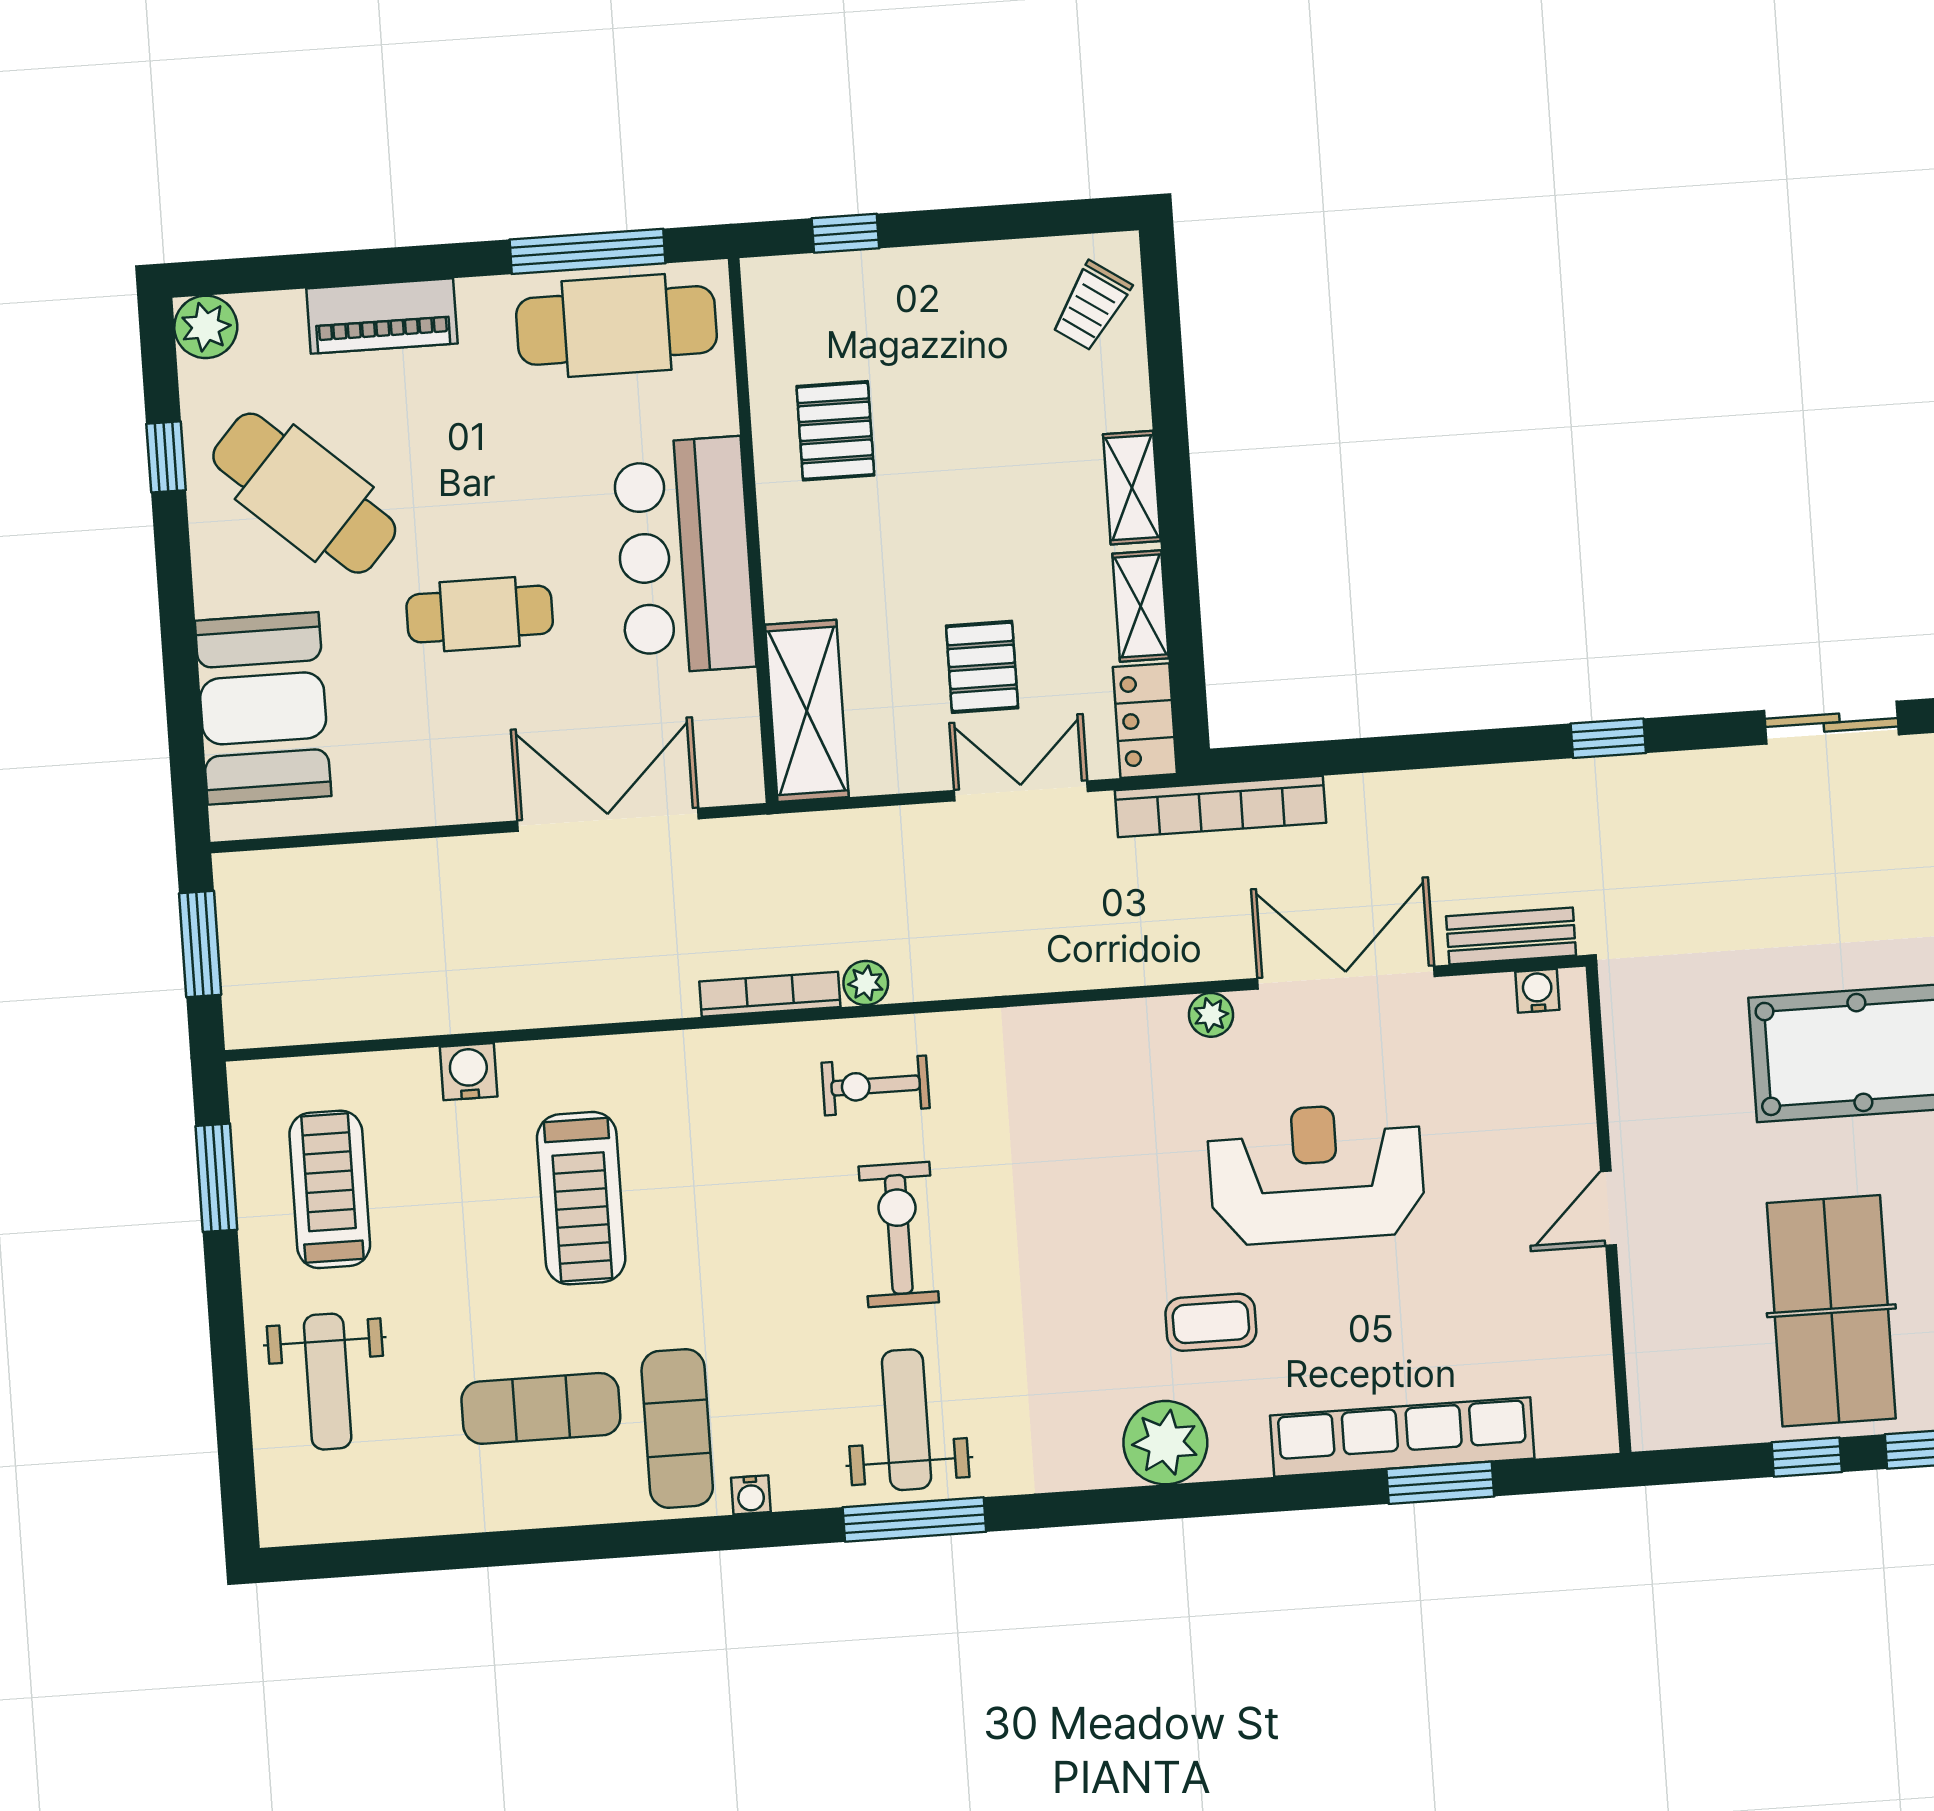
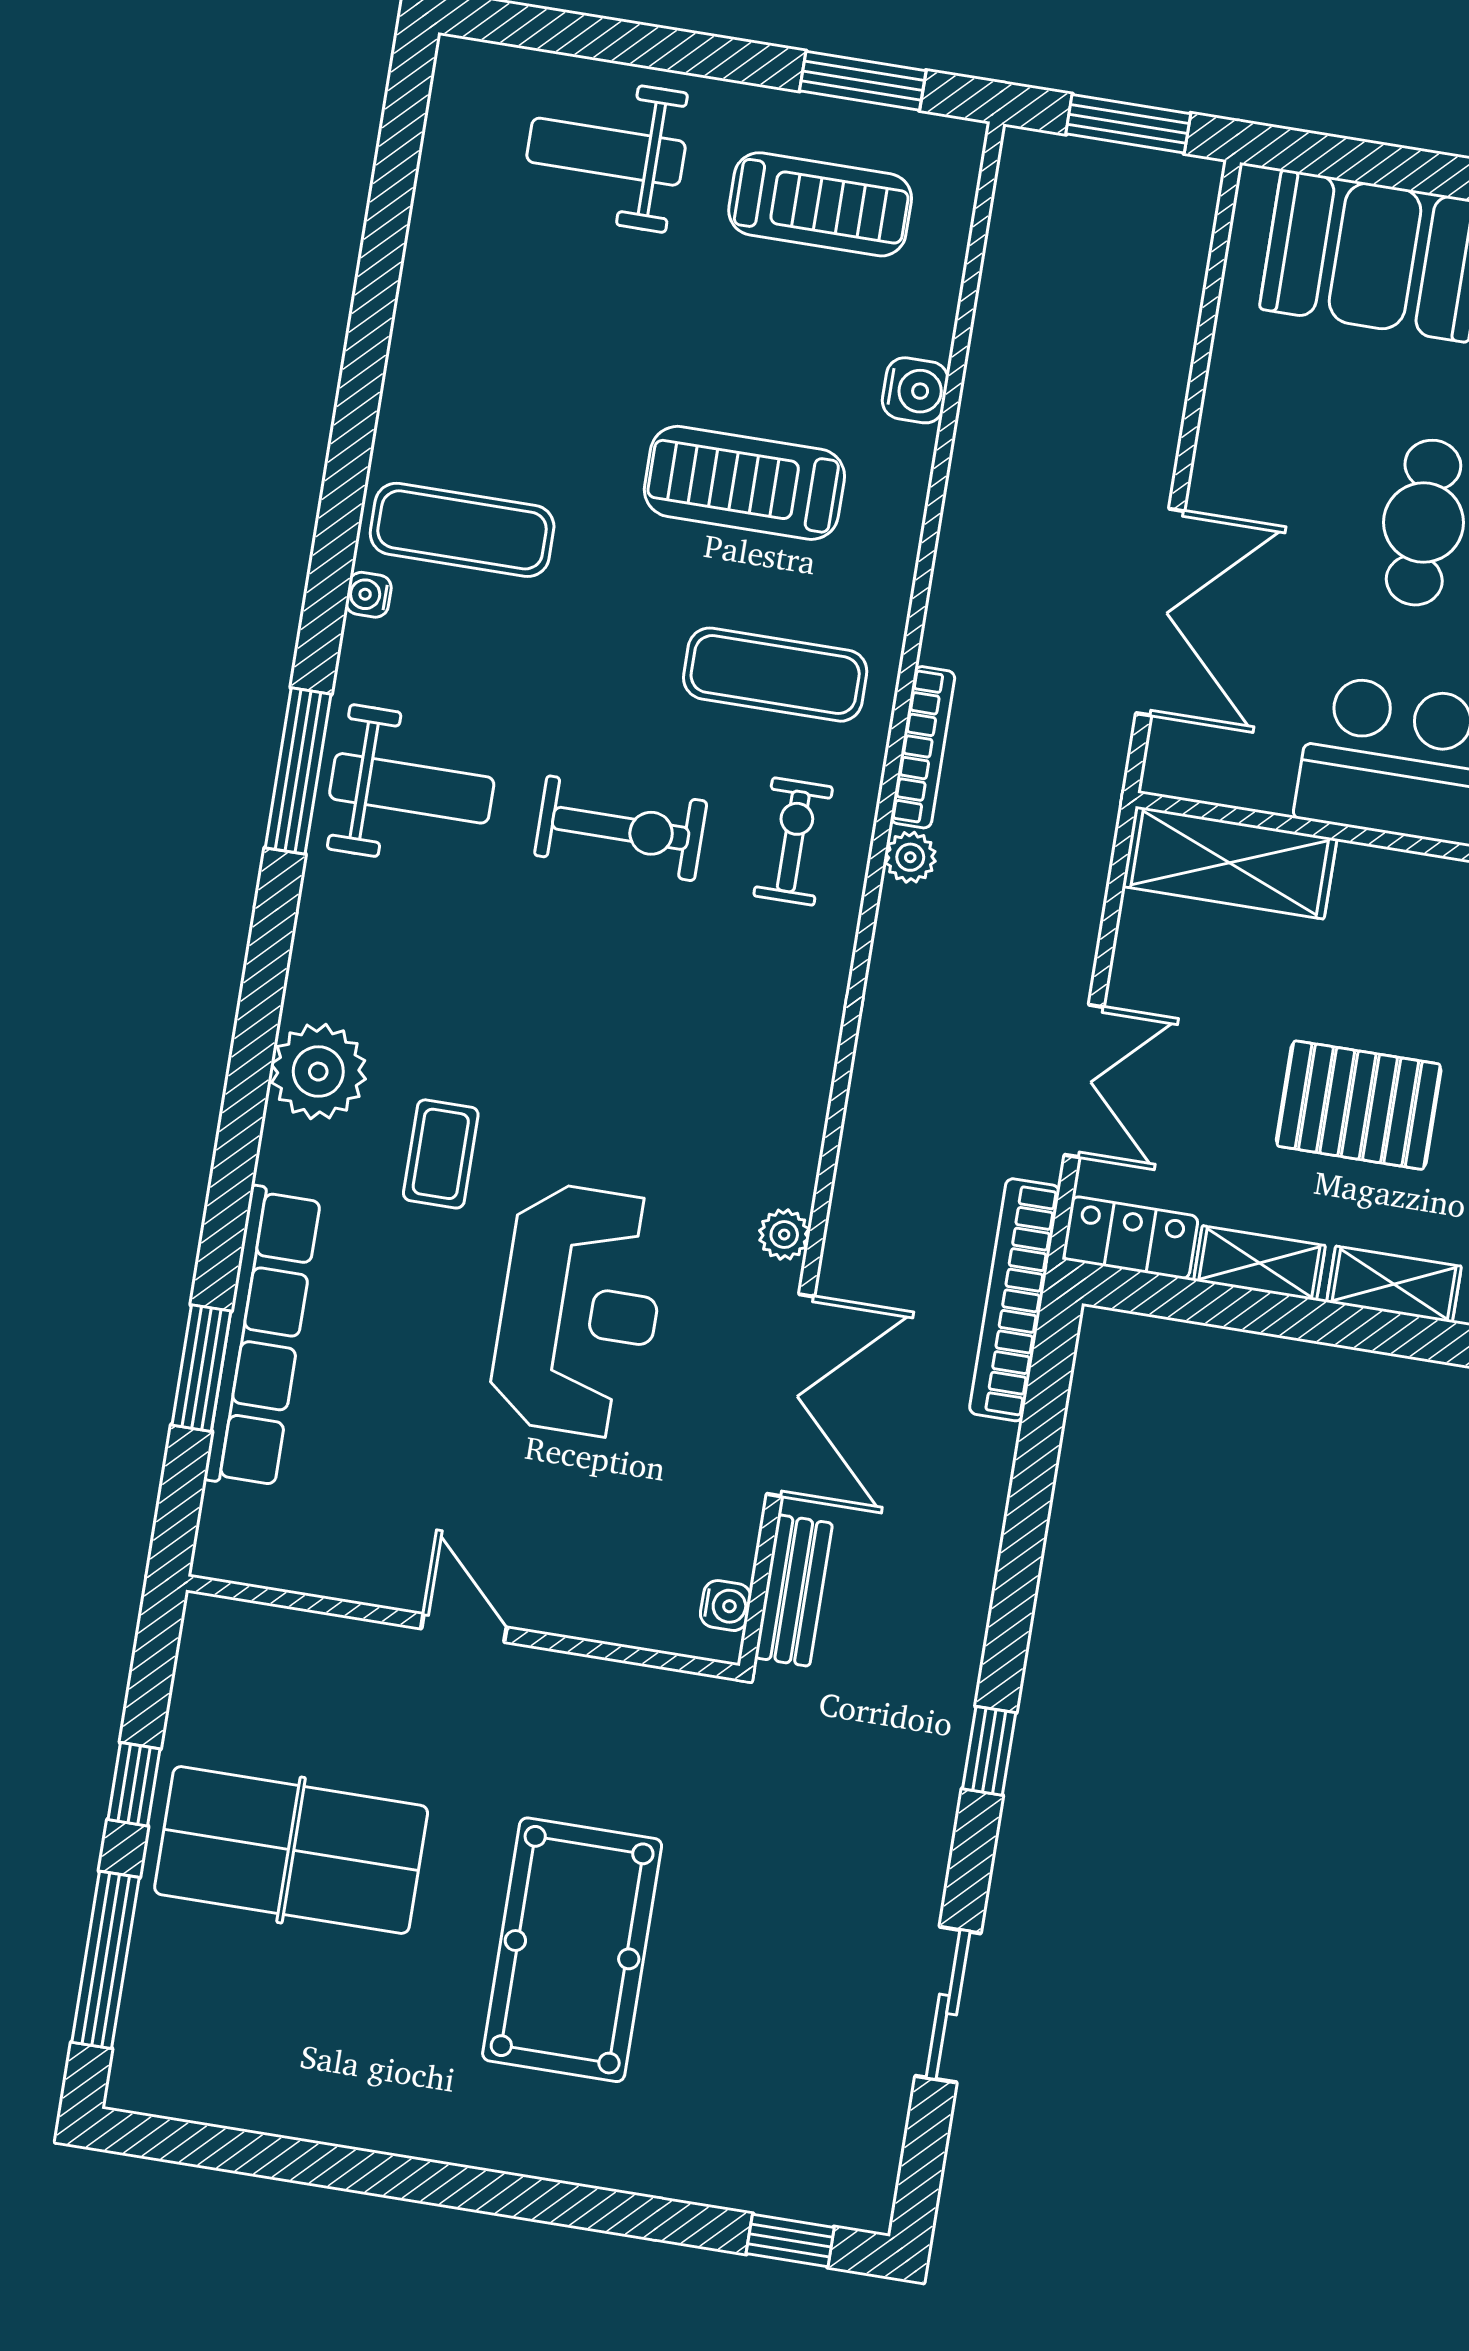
pallet: (982, 667) -> (1359, 1105), moved, width x1.50, depth x1.42
exercise mat: (541, 1408) -> (775, 675), moved, turned 90

